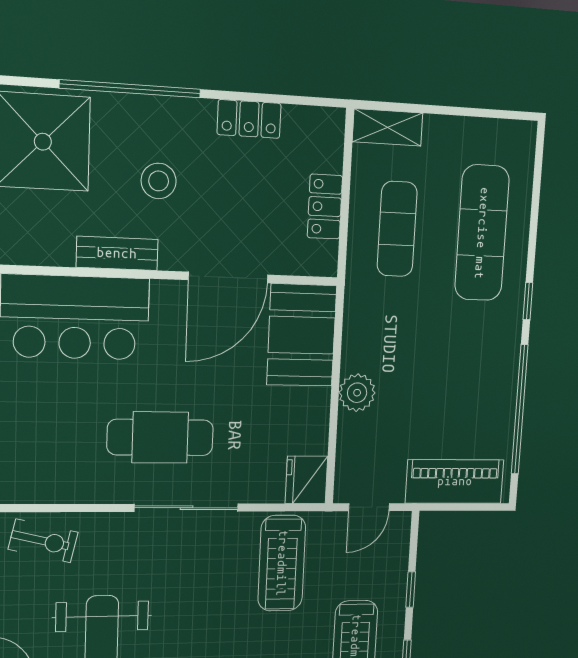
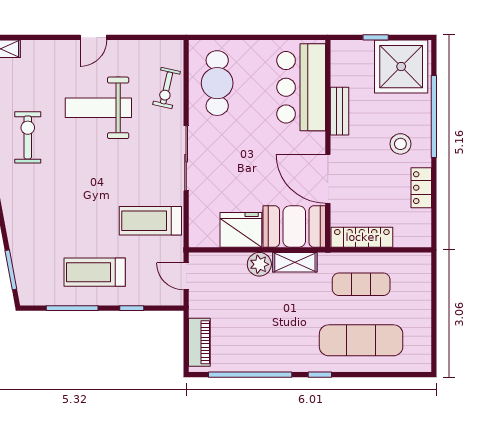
shelving: (388, 127) -> (295, 262), moved, turned 90
stool: (159, 181) -> (400, 144), moved
locker: (325, 207) -> (362, 237), width x1.53
cafe table: (160, 437) -> (217, 83), moved
fridge: (306, 480) -> (241, 230), moved, width x1.36, depth x1.34
piano: (455, 481) -> (199, 342), width x0.73, depth x0.75
exercise bike: (43, 541) -> (167, 88), moved

